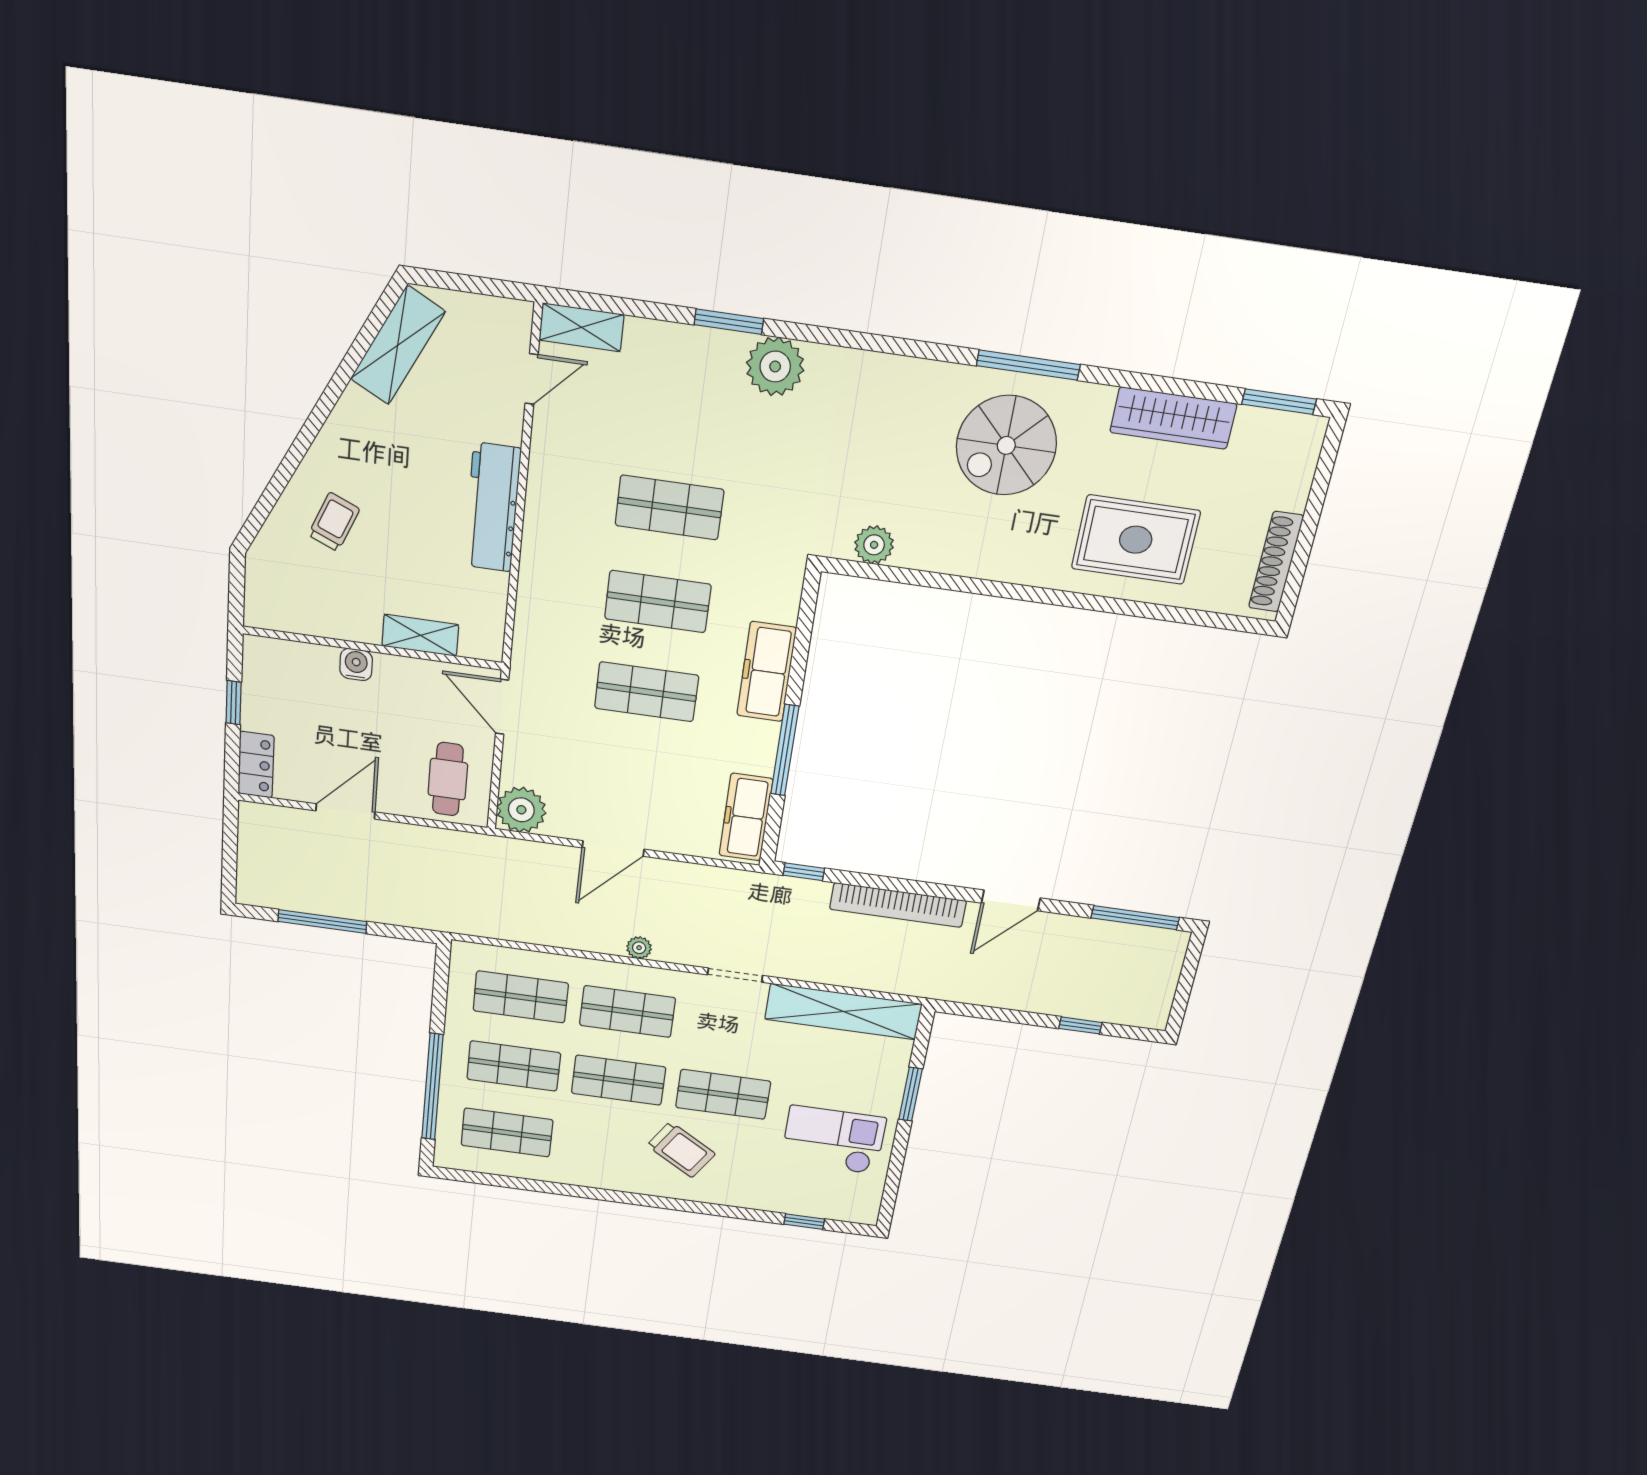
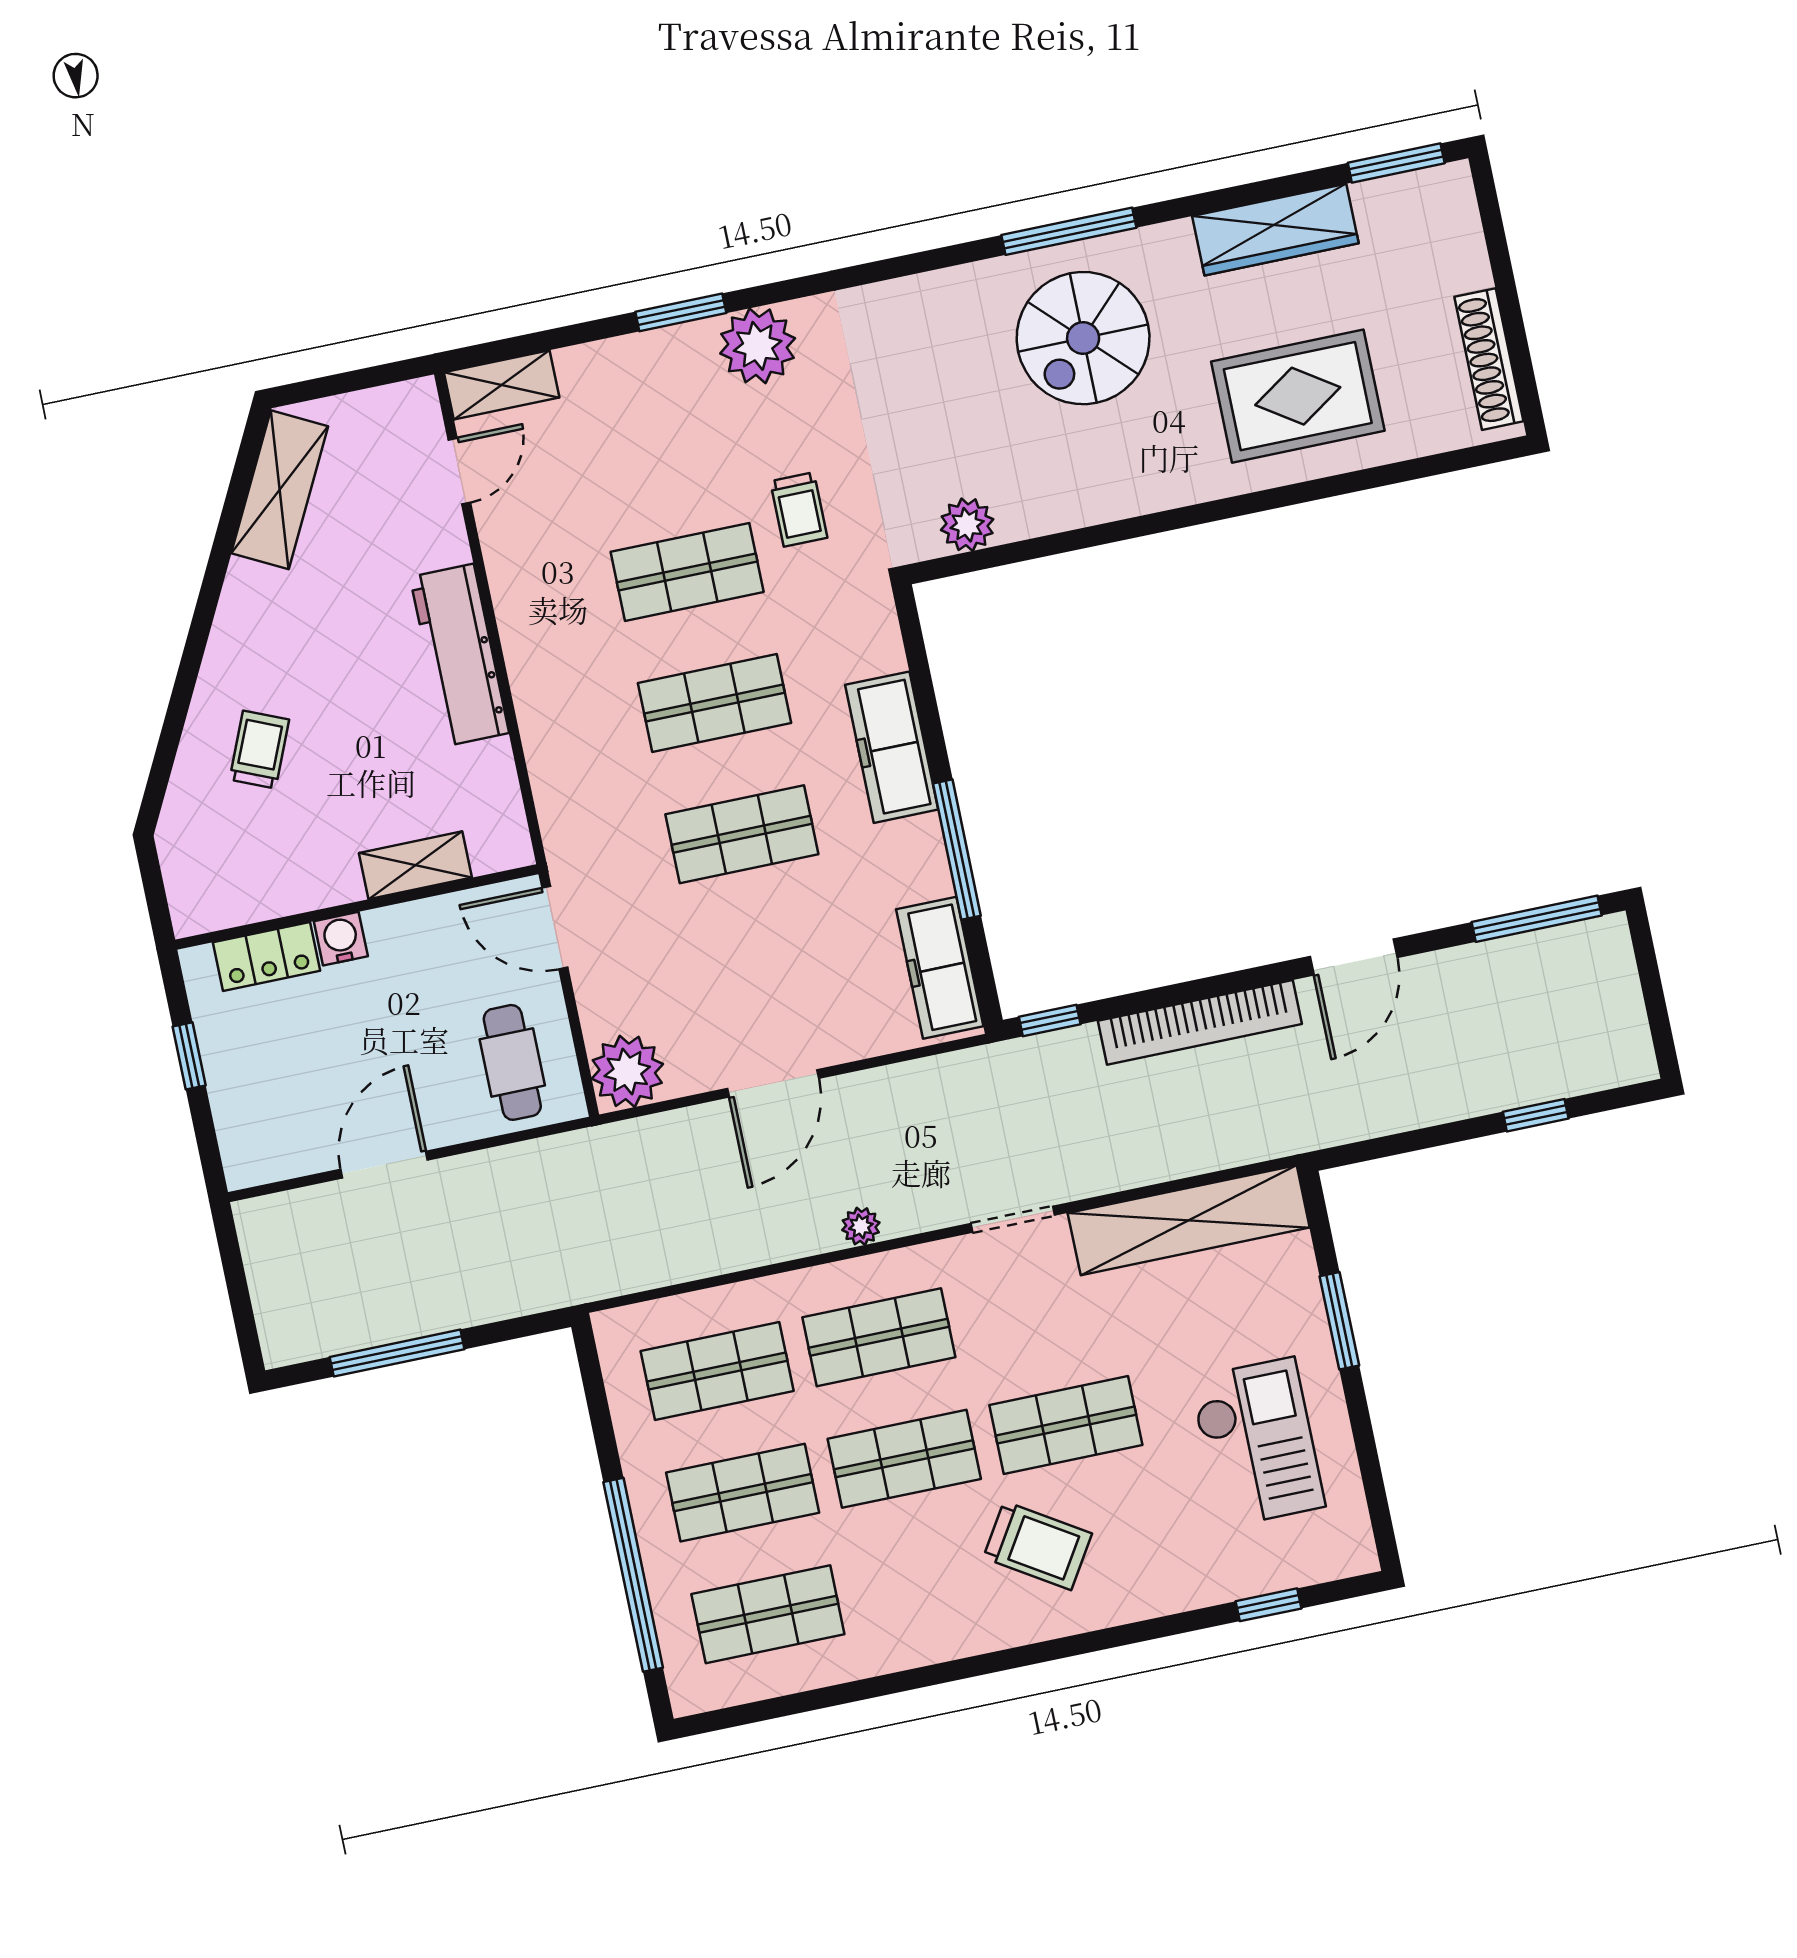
trolley: (762, 493) -> (799, 509), added
locker: (256, 765) -> (267, 957), moved, turned 90
checkout: (833, 1140) -> (1257, 1442), turned 90

